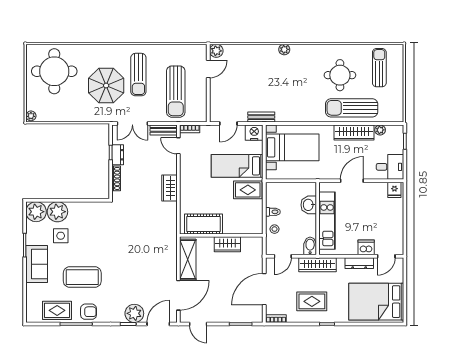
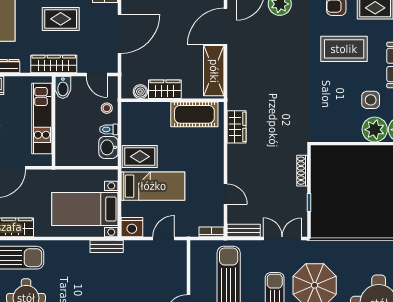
bench: (261, 117) -> (107, 246), moved
door: (178, 146) -> (225, 194), moved
dresser: (118, 155) -> (300, 200), removed
wardrobe: (169, 188) -> (236, 127), moved
washbasin: (309, 205) -> (108, 147), moved, turned 180
boiler: (247, 242) -> (140, 92), added
door: (283, 256) -> (97, 75), swing flipped

